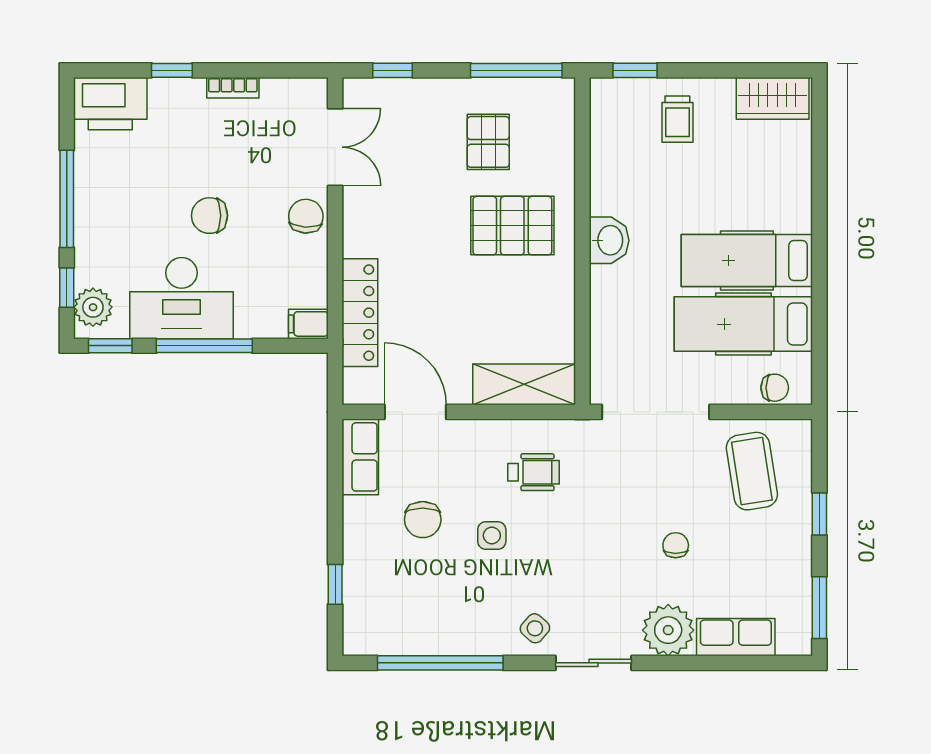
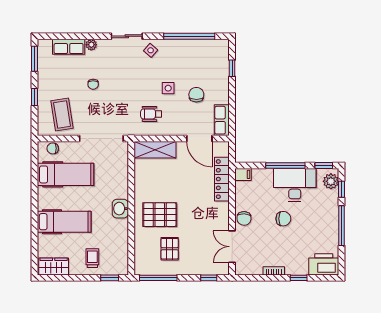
hospital bed: (747, 260) -> (64, 222), moved
plant: (668, 630) -> (91, 45), width x0.53, depth x0.53

